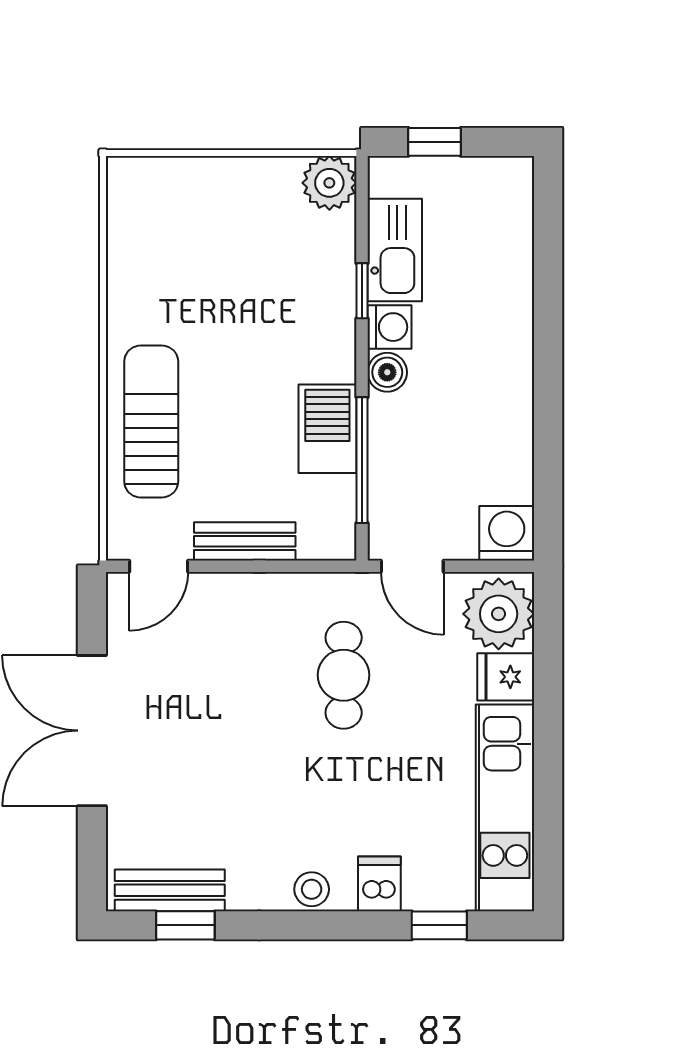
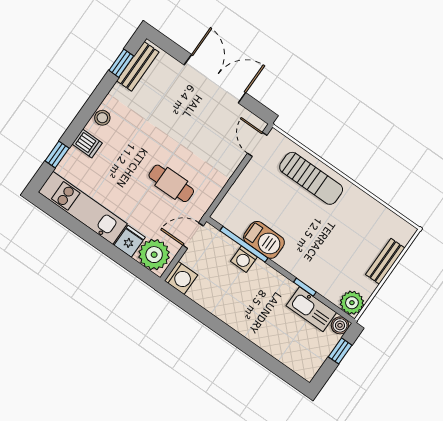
washing machine: (390, 327) -> (244, 259), moved
boiler: (387, 372) -> (340, 325), moved
bench: (245, 541) -> (385, 261), moved

